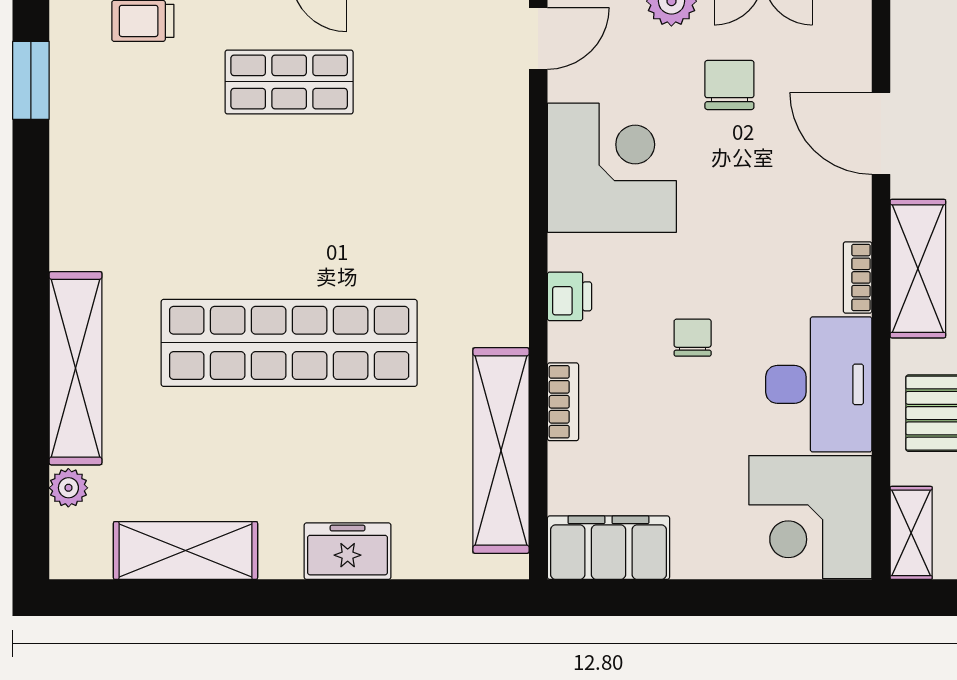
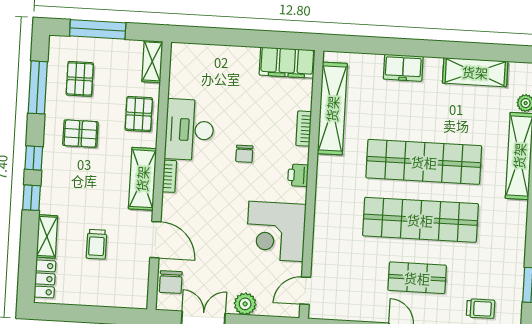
chair: (729, 85) -> (171, 282), moved
shop shelf: (289, 212) -> (420, 220), added
corner desk: (810, 517) -> (197, 71), removed

